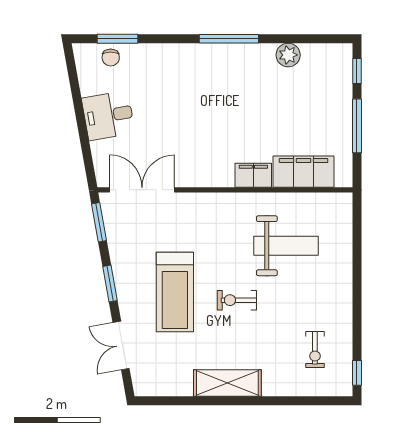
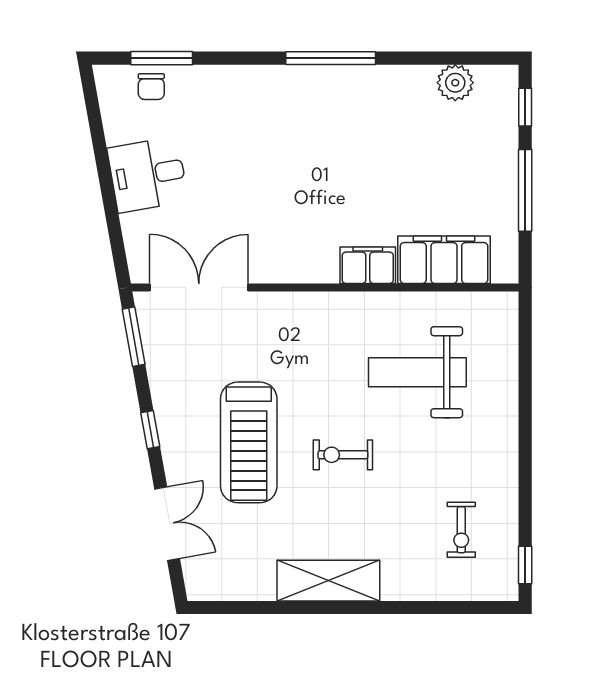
plant: (288, 55) -> (455, 83), moved
weight bench: (286, 246) -> (417, 372), turned 180
window: (110, 283) -> (150, 430), width x0.67
double door: (121, 346) -> (167, 524), swing flipped

